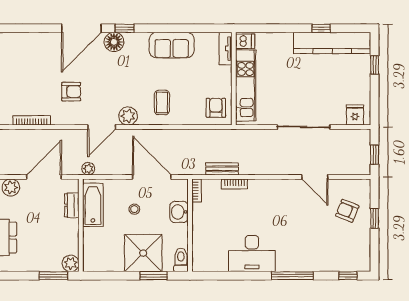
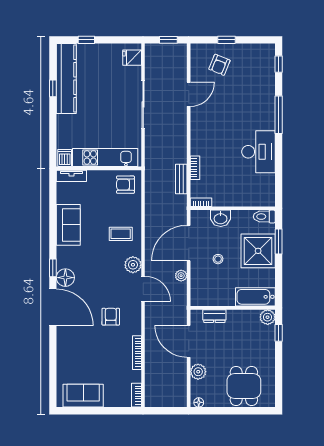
plant: (88, 169) -> (181, 276), moved
bathtub: (93, 205) -> (255, 297), moved
window: (53, 276) -> (279, 333), width x0.67

